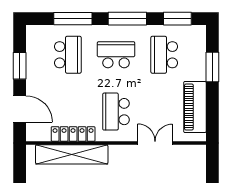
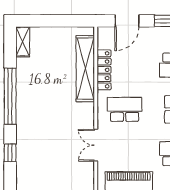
double door: (155, 143) -> (96, 145), swing flipped

